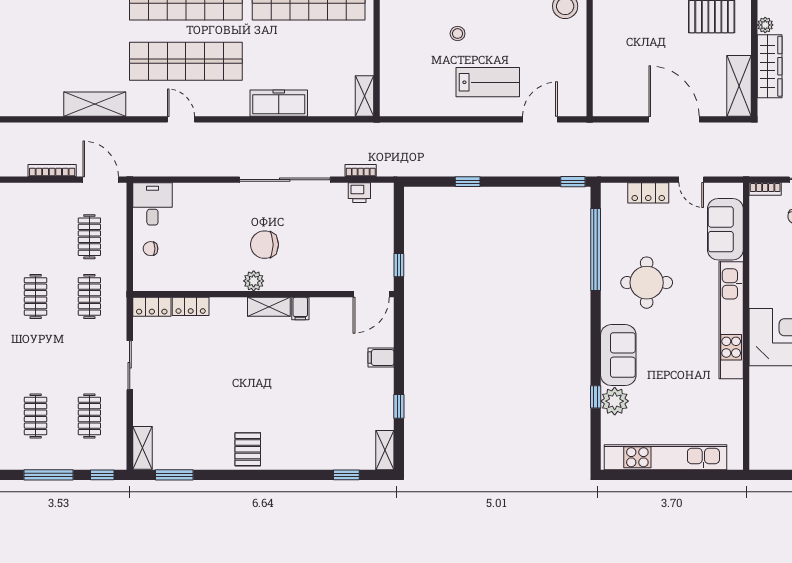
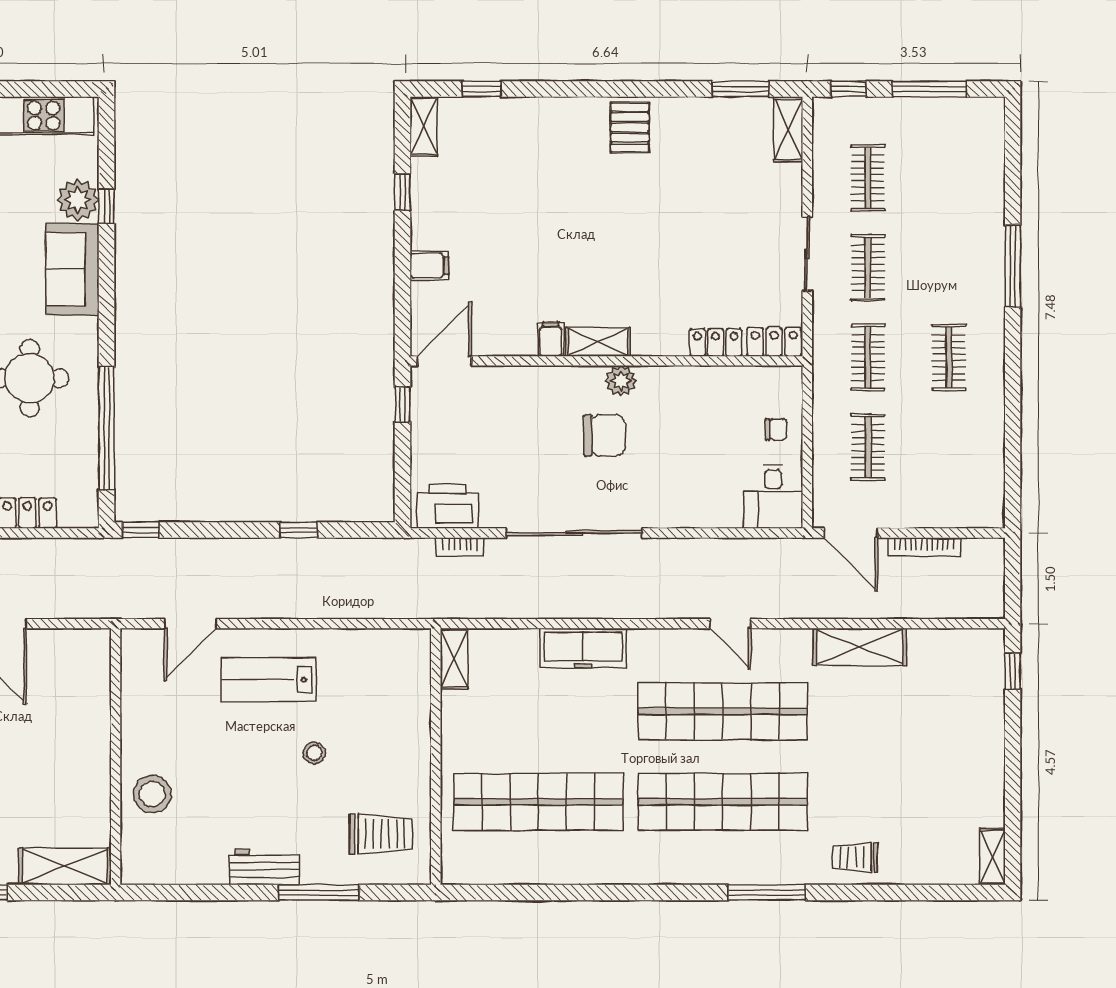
printer: (359, 193) -> (448, 506), width x1.87, depth x1.48
clothes rail: (36, 416) -> (868, 268), moved

